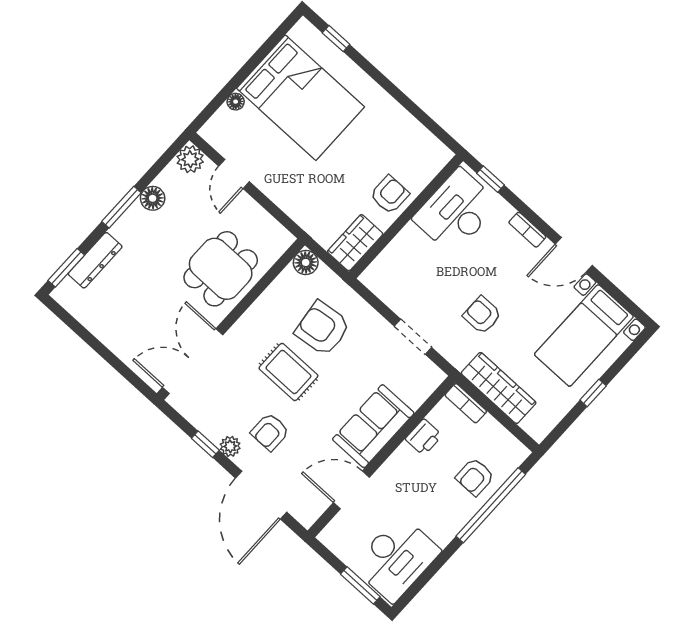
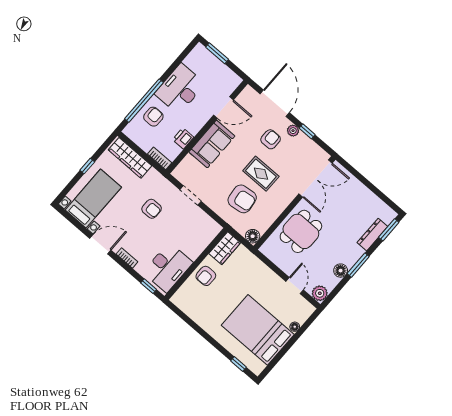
wardrobe: (499, 388) -> (130, 158), moved
desk: (396, 558) -> (180, 89), moved

